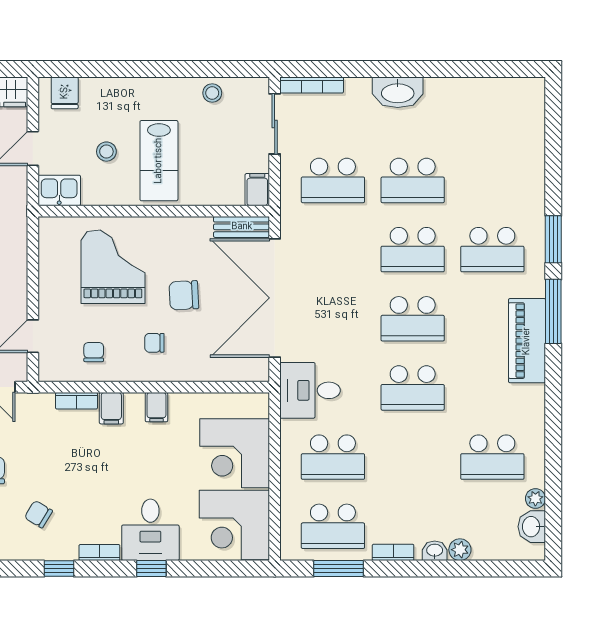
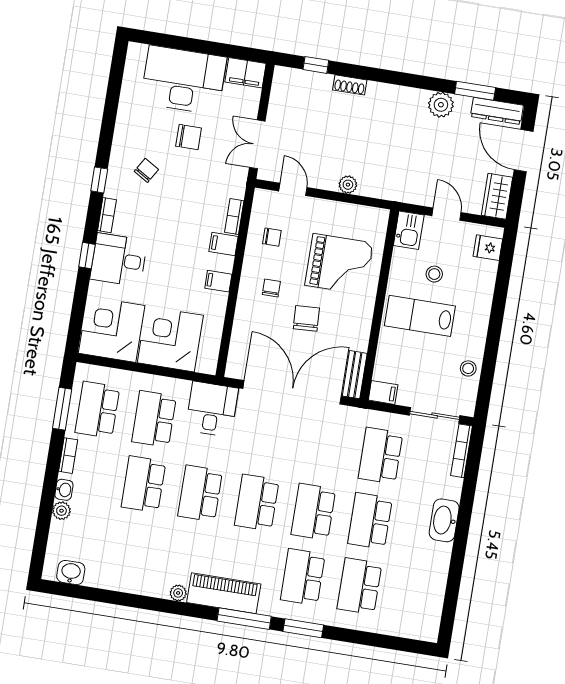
school desk: (492, 180) -> (359, 586), added
plant: (17, 272) -> (348, 185), added
school desk: (492, 457) -> (144, 484), moved
plant: (535, 499) -> (178, 593), moved

